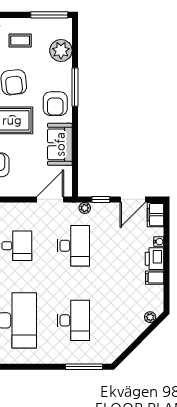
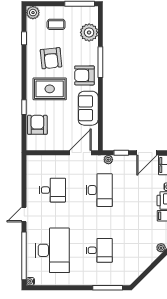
armchair: (55, 104) -> (84, 75), turned 90
desk: (73, 320) -> (99, 250), width x0.73

